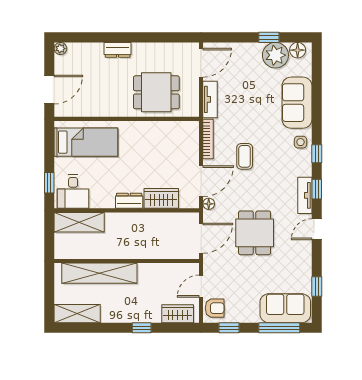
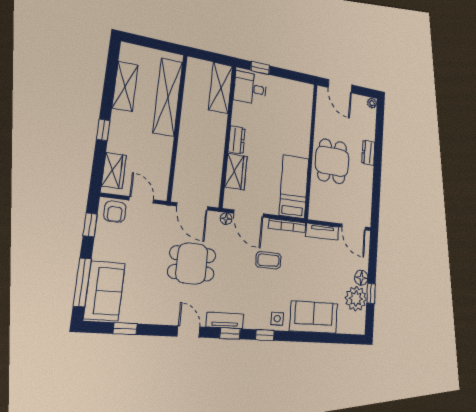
floor lamp: (298, 50) -> (361, 278), moved
dining table: (156, 92) -> (332, 161), moved
bed: (86, 142) -> (294, 187), moved, turned 180
shelving: (77, 314) -> (125, 86), moved

